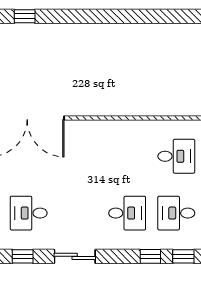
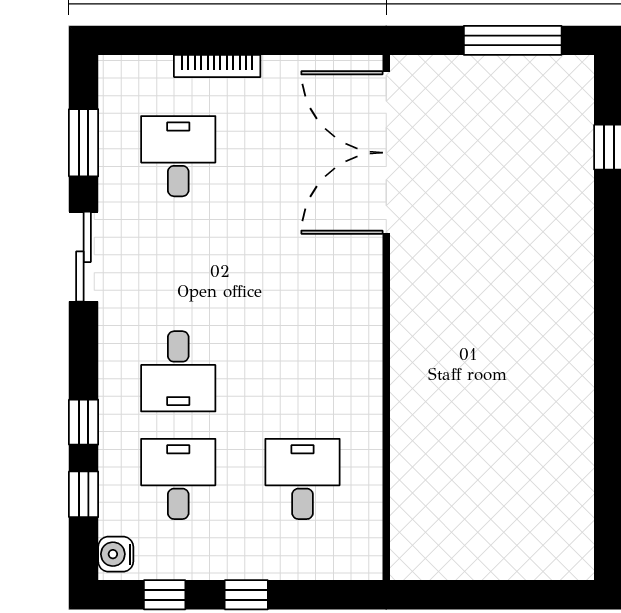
desk: (176, 156) -> (303, 479), turned 180
window: (23, 256) -> (84, 143), width x1.50

